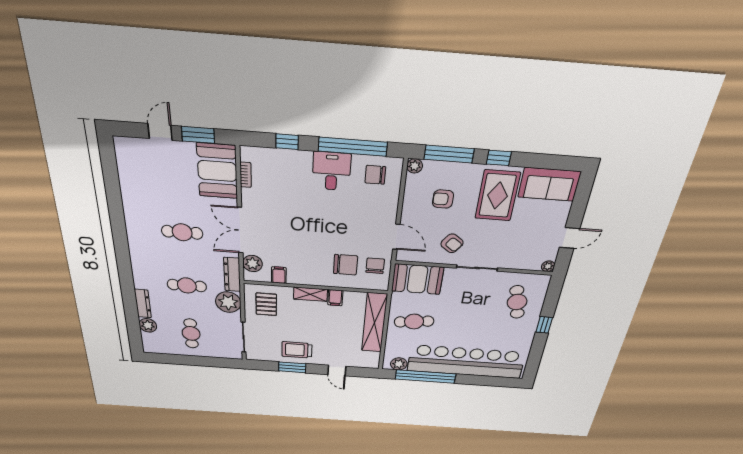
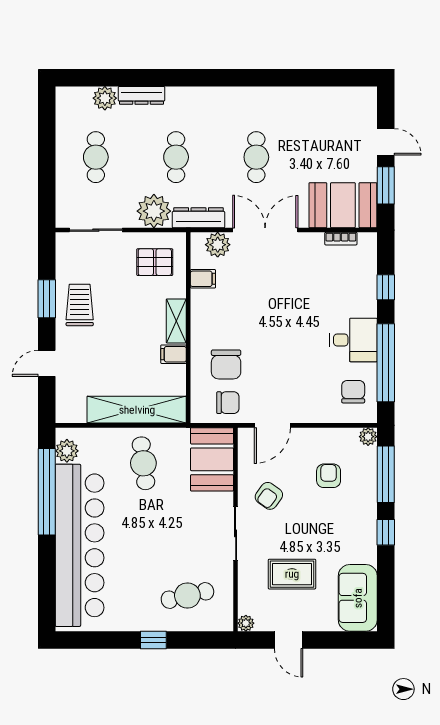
rug: (497, 196) -> (292, 574), moved, width x0.73, depth x0.70
cafe table: (191, 333) -> (96, 157), turned 90

